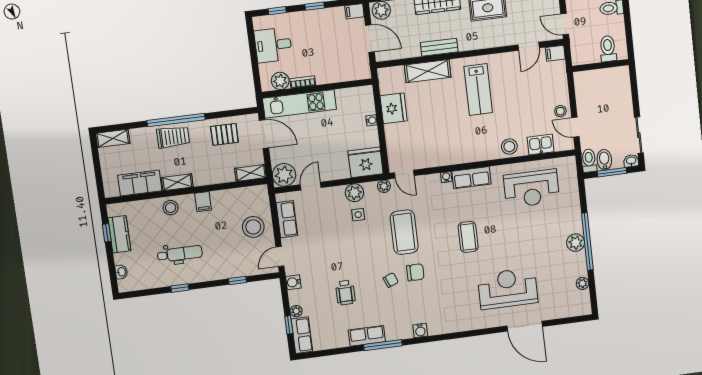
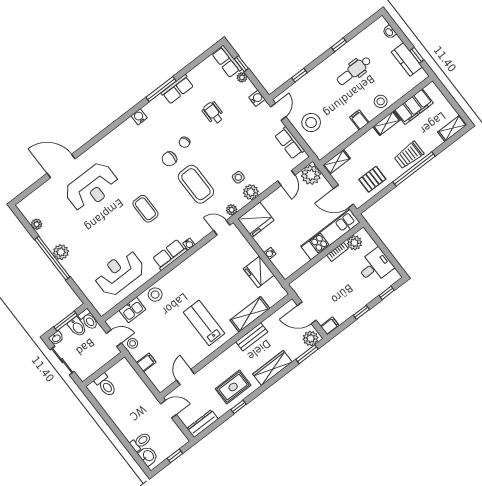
toilet: (608, 49) -> (106, 385), moved
filing cabinet: (555, 53) -> (146, 362), moved
wall: (600, 66) -> (103, 369), moved

